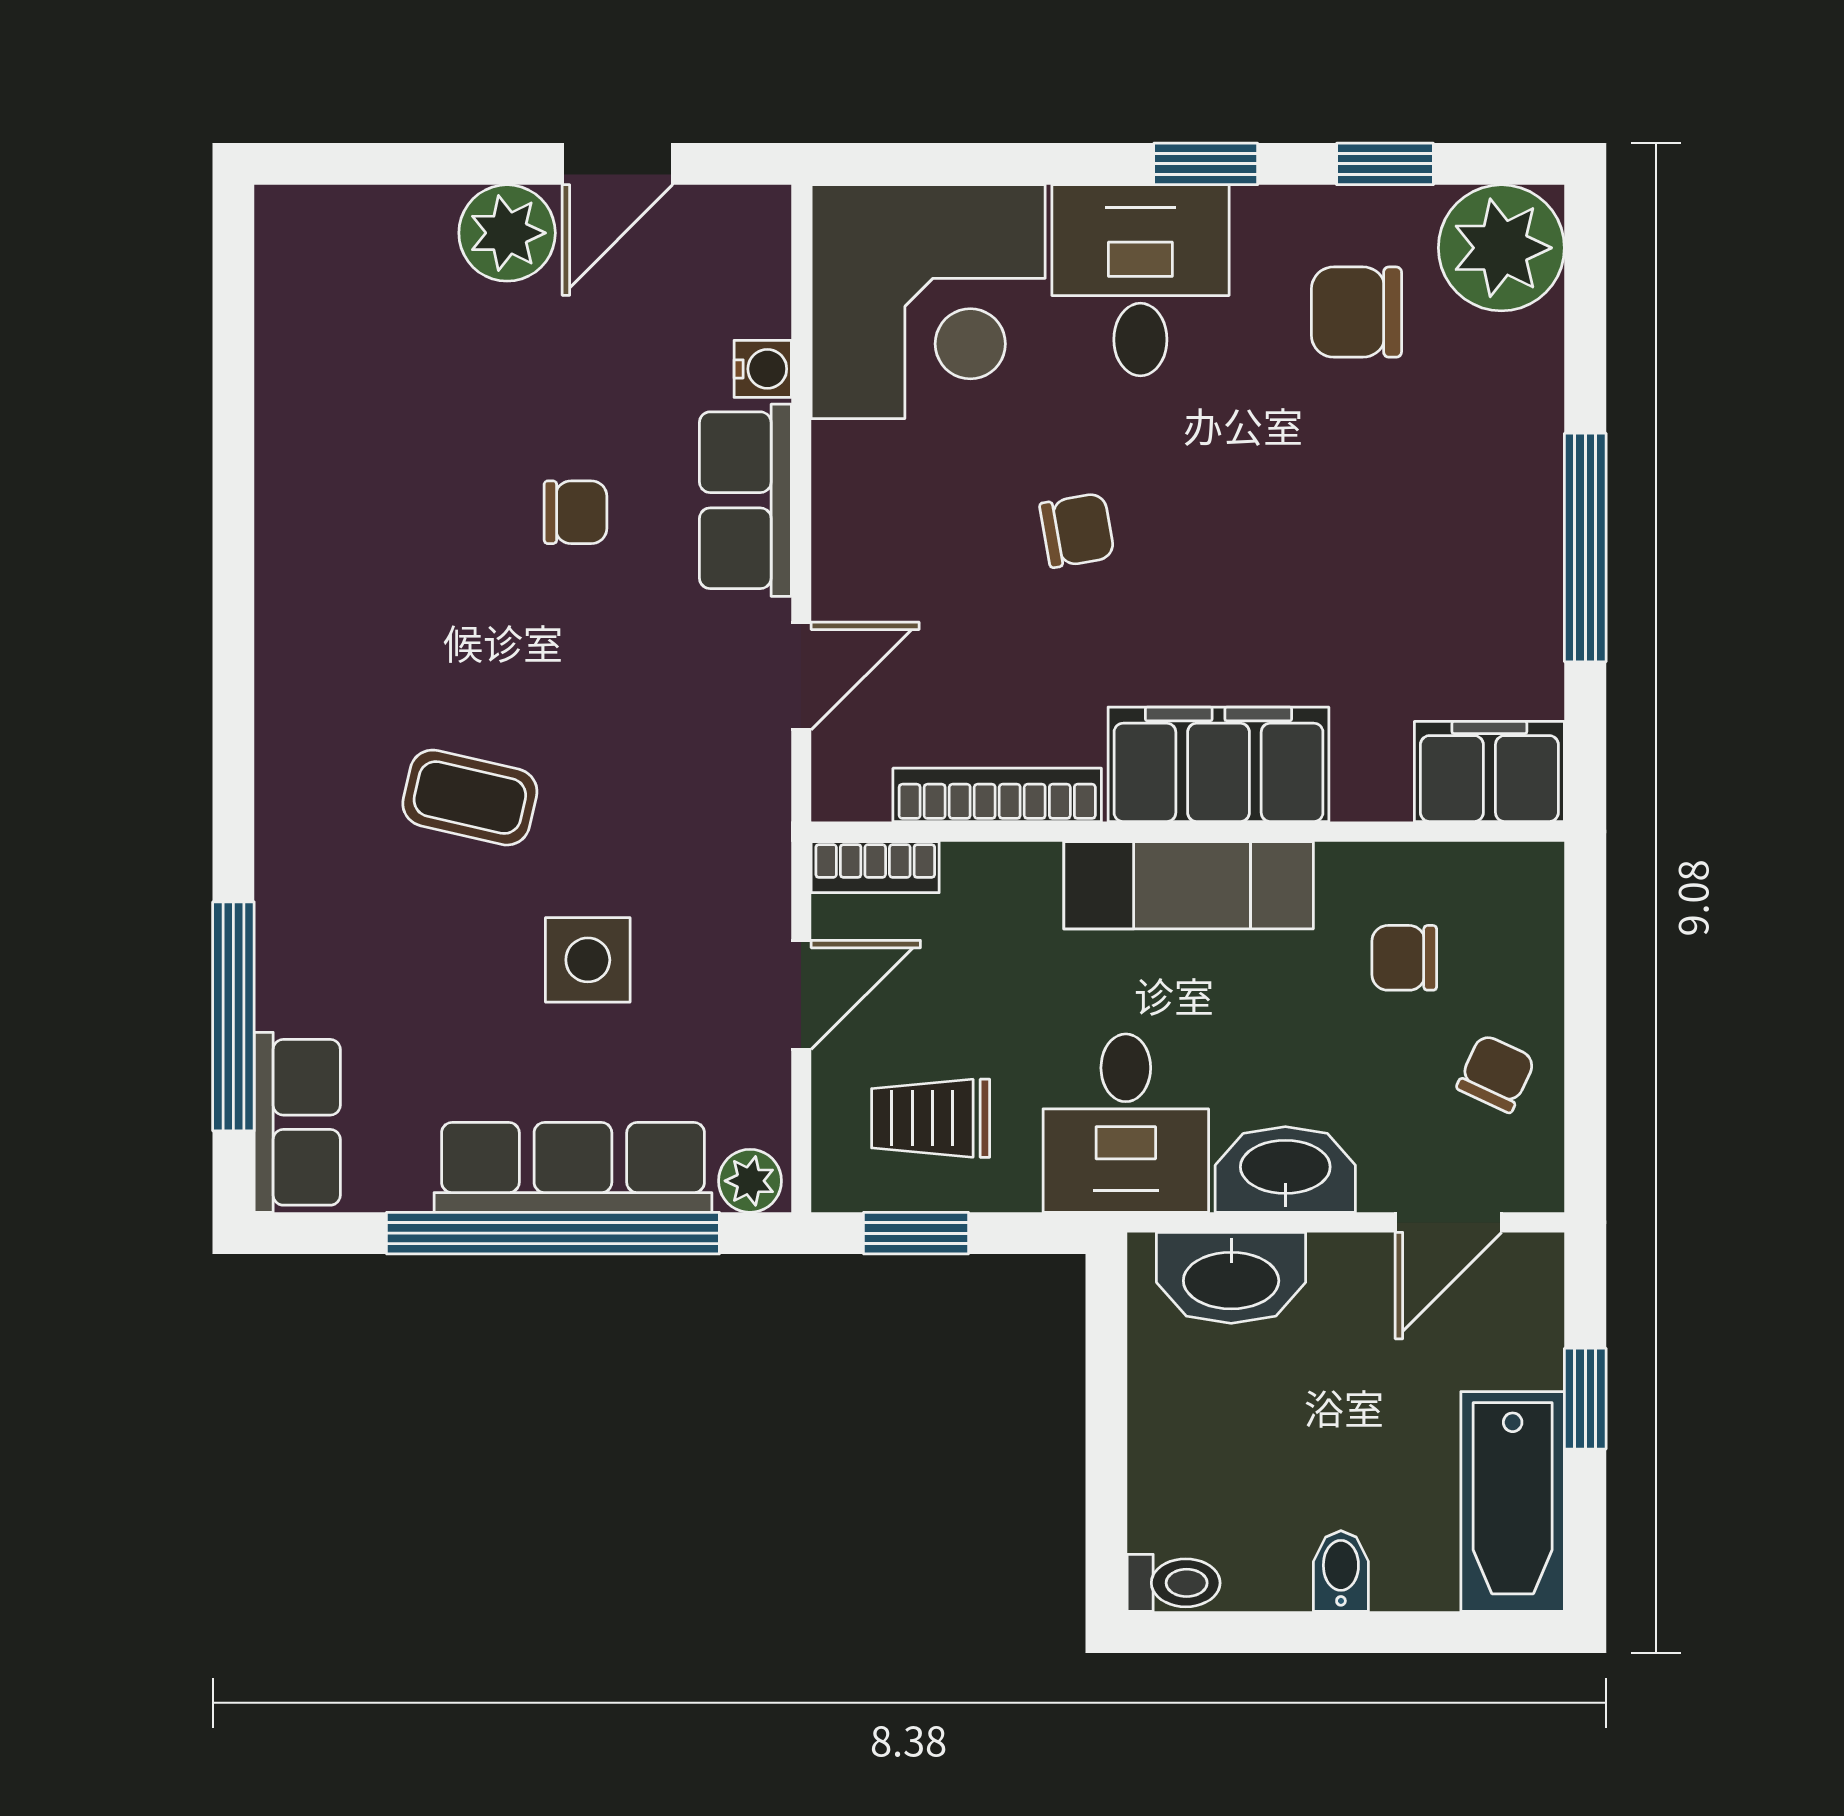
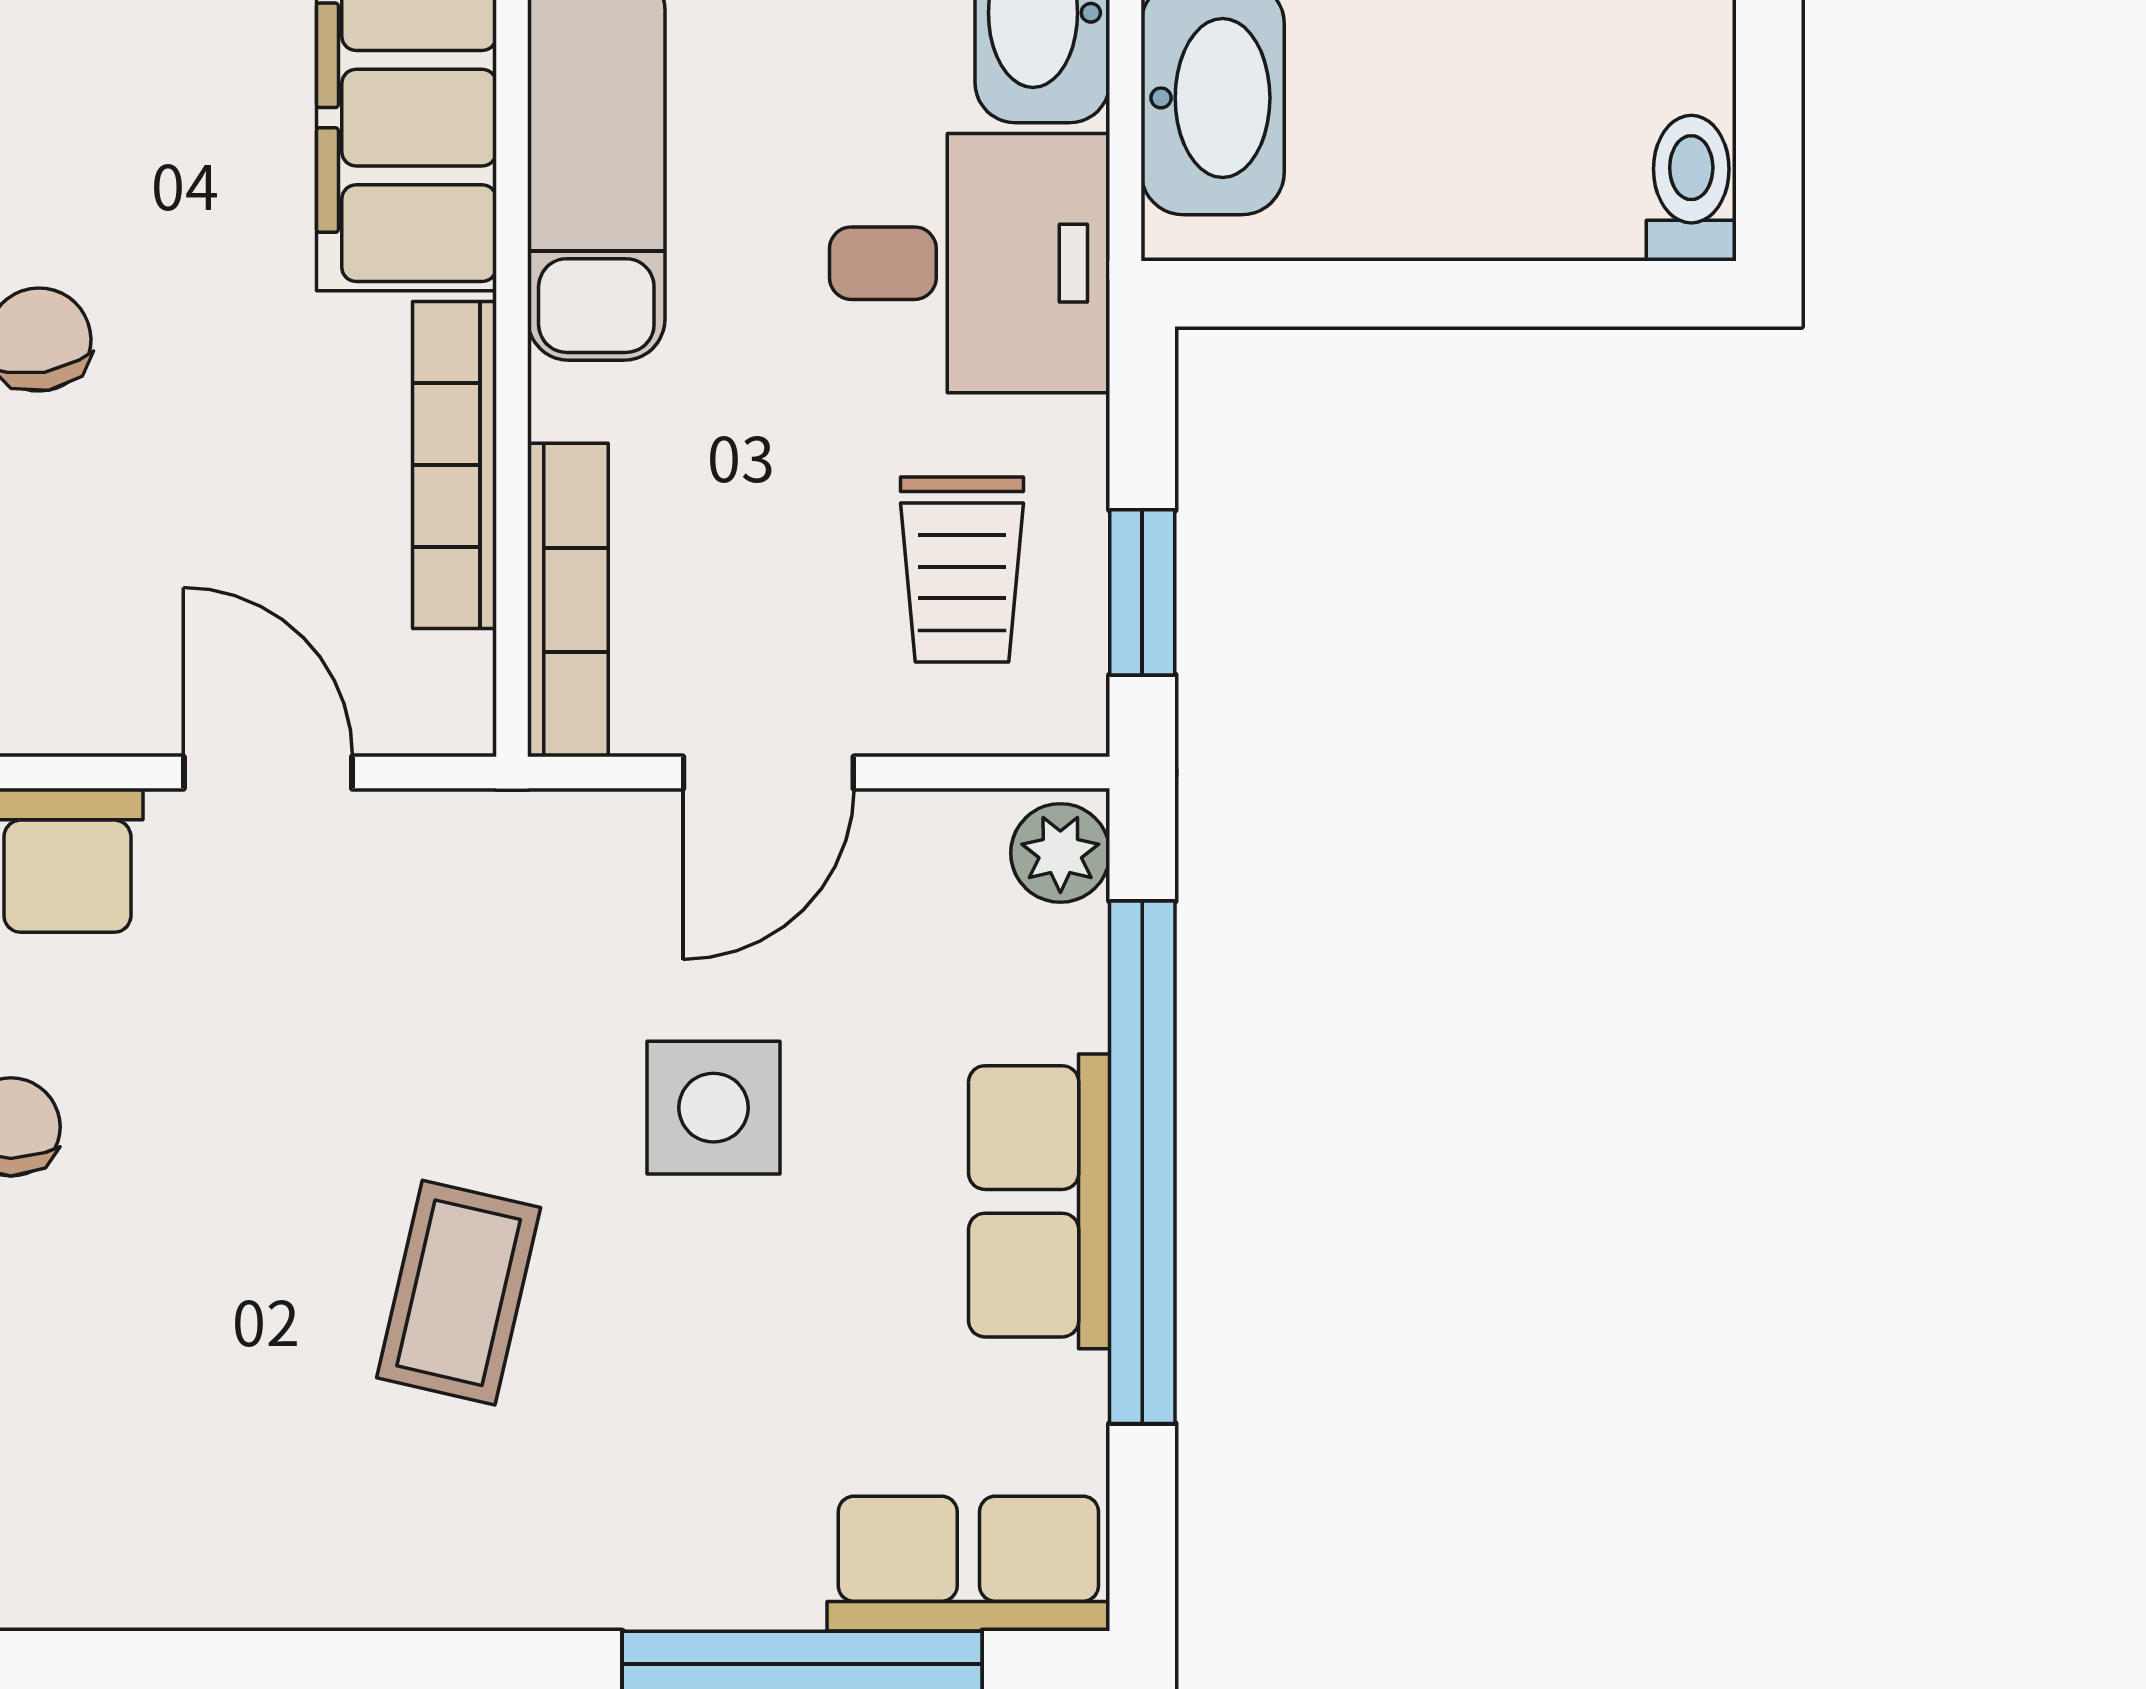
bookcase: (875, 867) -> (568, 600), width x1.56
door: (801, 995) -> (768, 773), swing flipped
row of seats: (573, 1167) -> (1039, 1201), width x0.68

